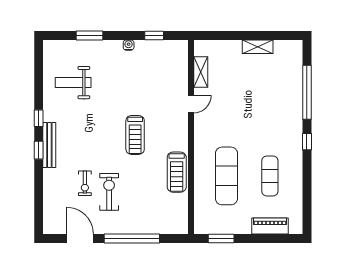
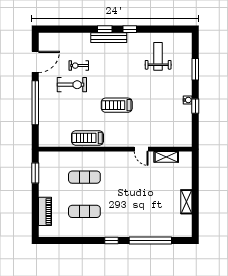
window: (154, 35) -> (195, 106), moved
exercise mat: (226, 176) -> (84, 177), width x0.73, depth x0.69

